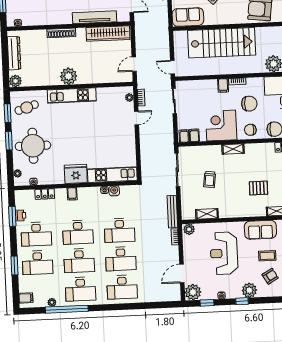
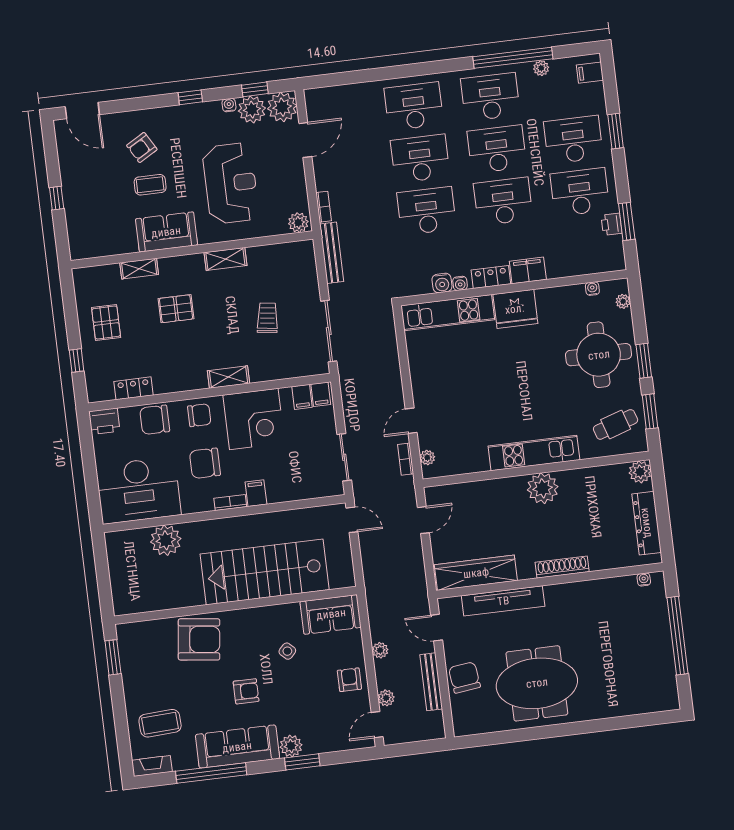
locker: (45, 194) -> (491, 277), moved
filing cabinet: (72, 194) -> (528, 270), width x2.00
shelving: (207, 214) -> (225, 259), moved
plant: (249, 290) -> (252, 110), moved

